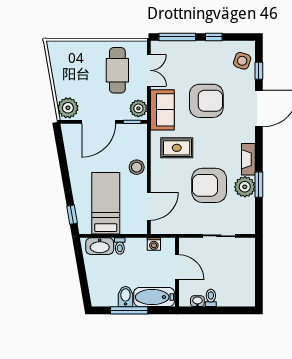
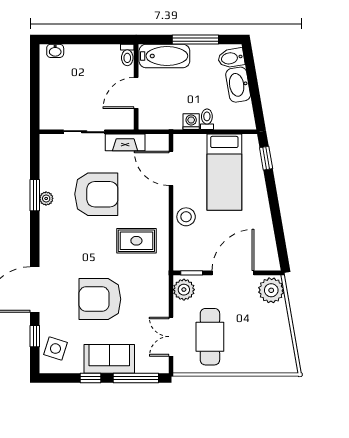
sofa: (162, 110) -> (109, 359), moved, turned 90
fireplace: (248, 159) -> (125, 142), moved, turned 90
plant: (245, 187) -> (46, 198), width x0.53, depth x0.53
door: (149, 206) -> (171, 168), hinge flipped
washing machine: (154, 244) -> (191, 122), moved
washbasin: (100, 246) -> (238, 85), moved, turned -100
door: (177, 267) -> (136, 93), hinge flipped
bidet: (126, 296) -> (231, 58), moved, turned 80
toilet: (211, 298) -> (127, 55), moved
washbasin: (197, 301) -> (55, 51), moved

